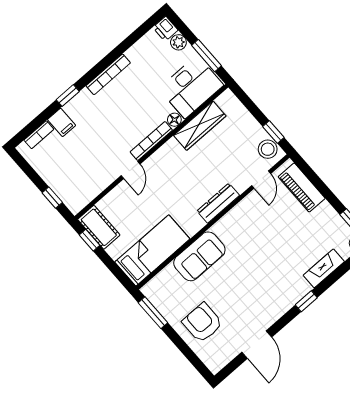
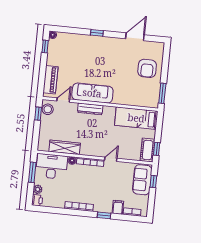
sofa: (68, 186) -> (142, 180), added
sofa: (199, 256) -> (92, 93), moved, width x1.36
fireplace: (324, 268) -> (76, 38), removed

